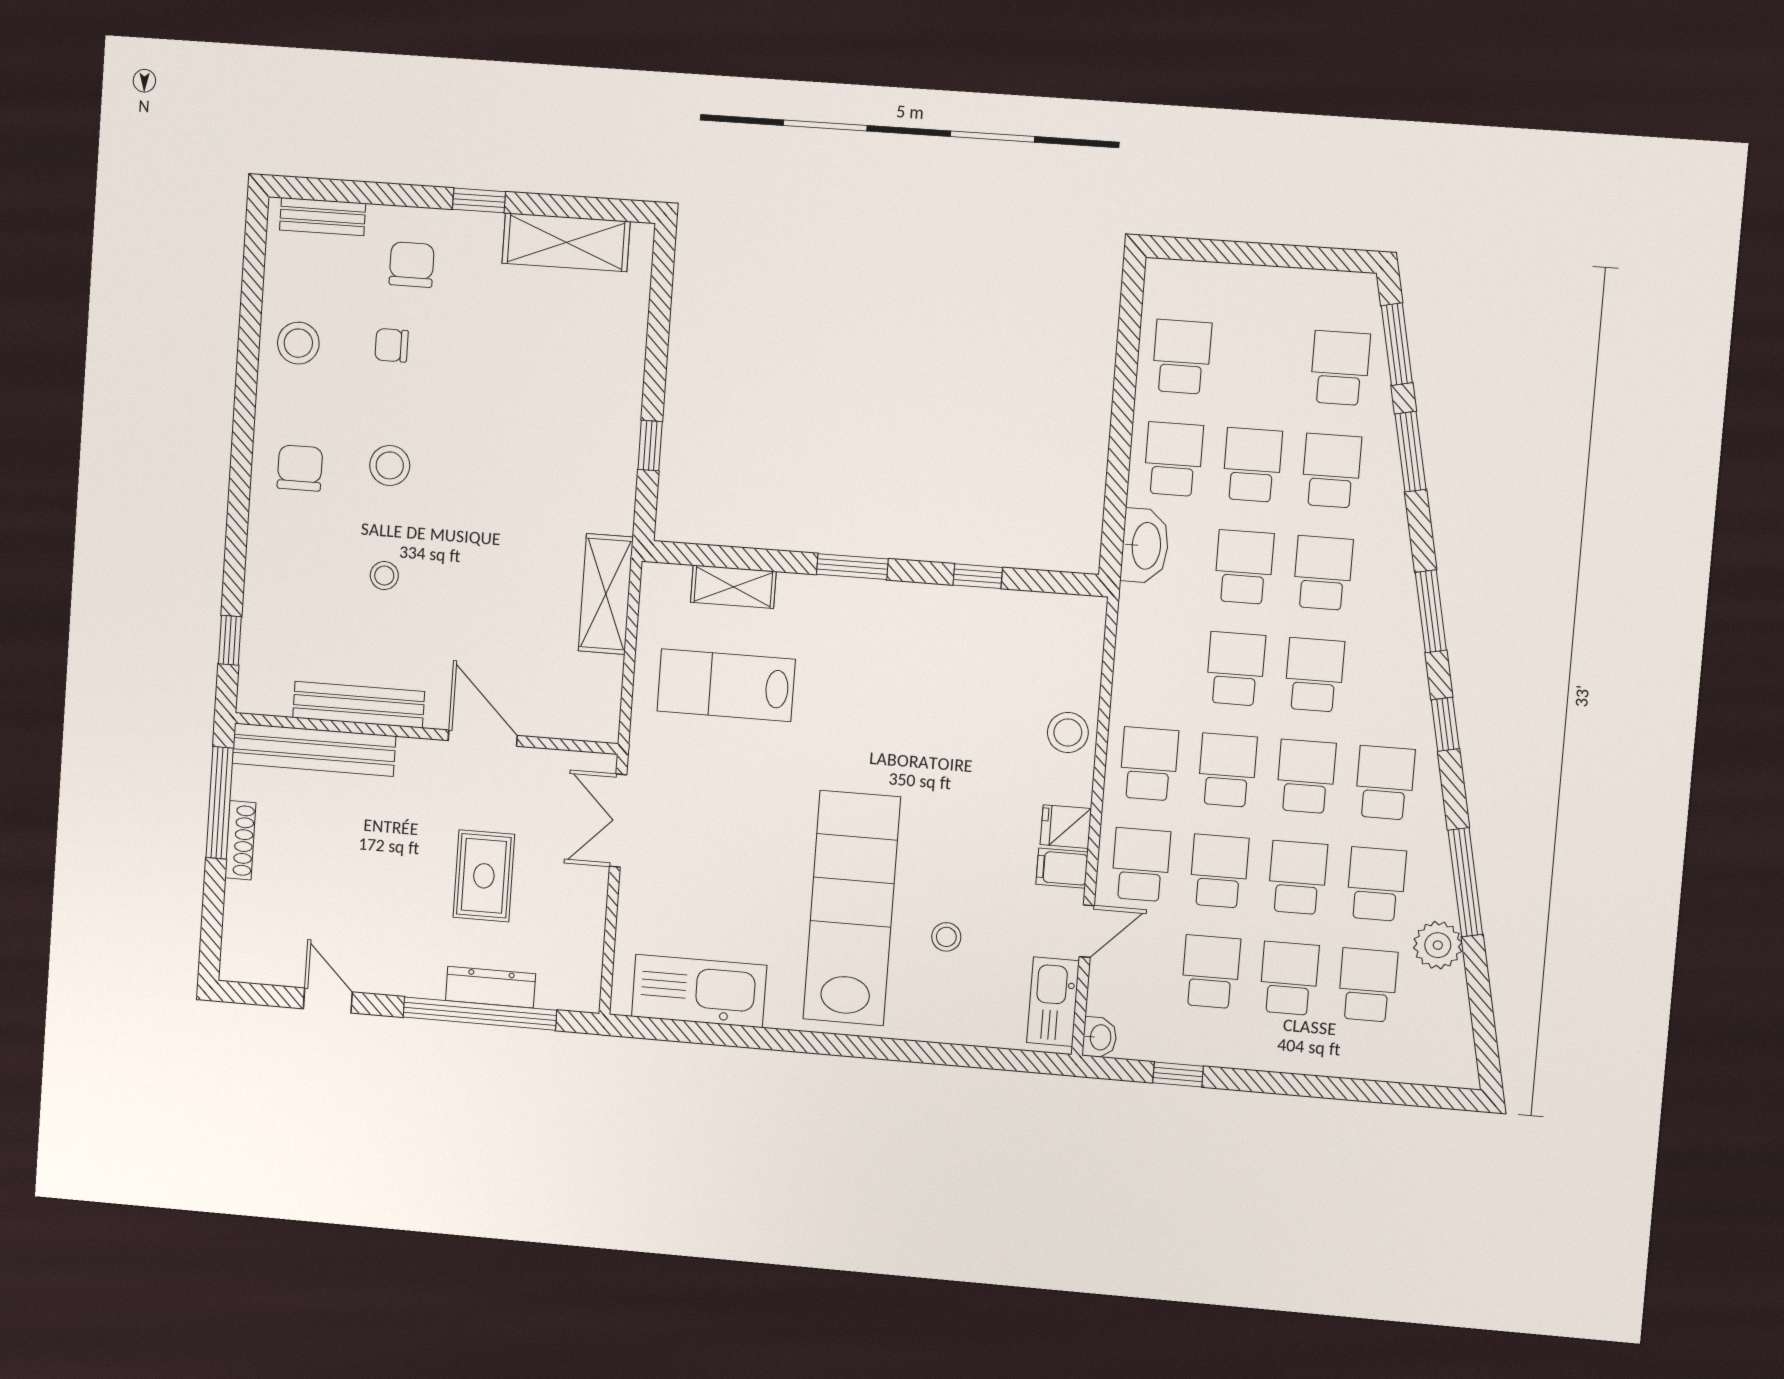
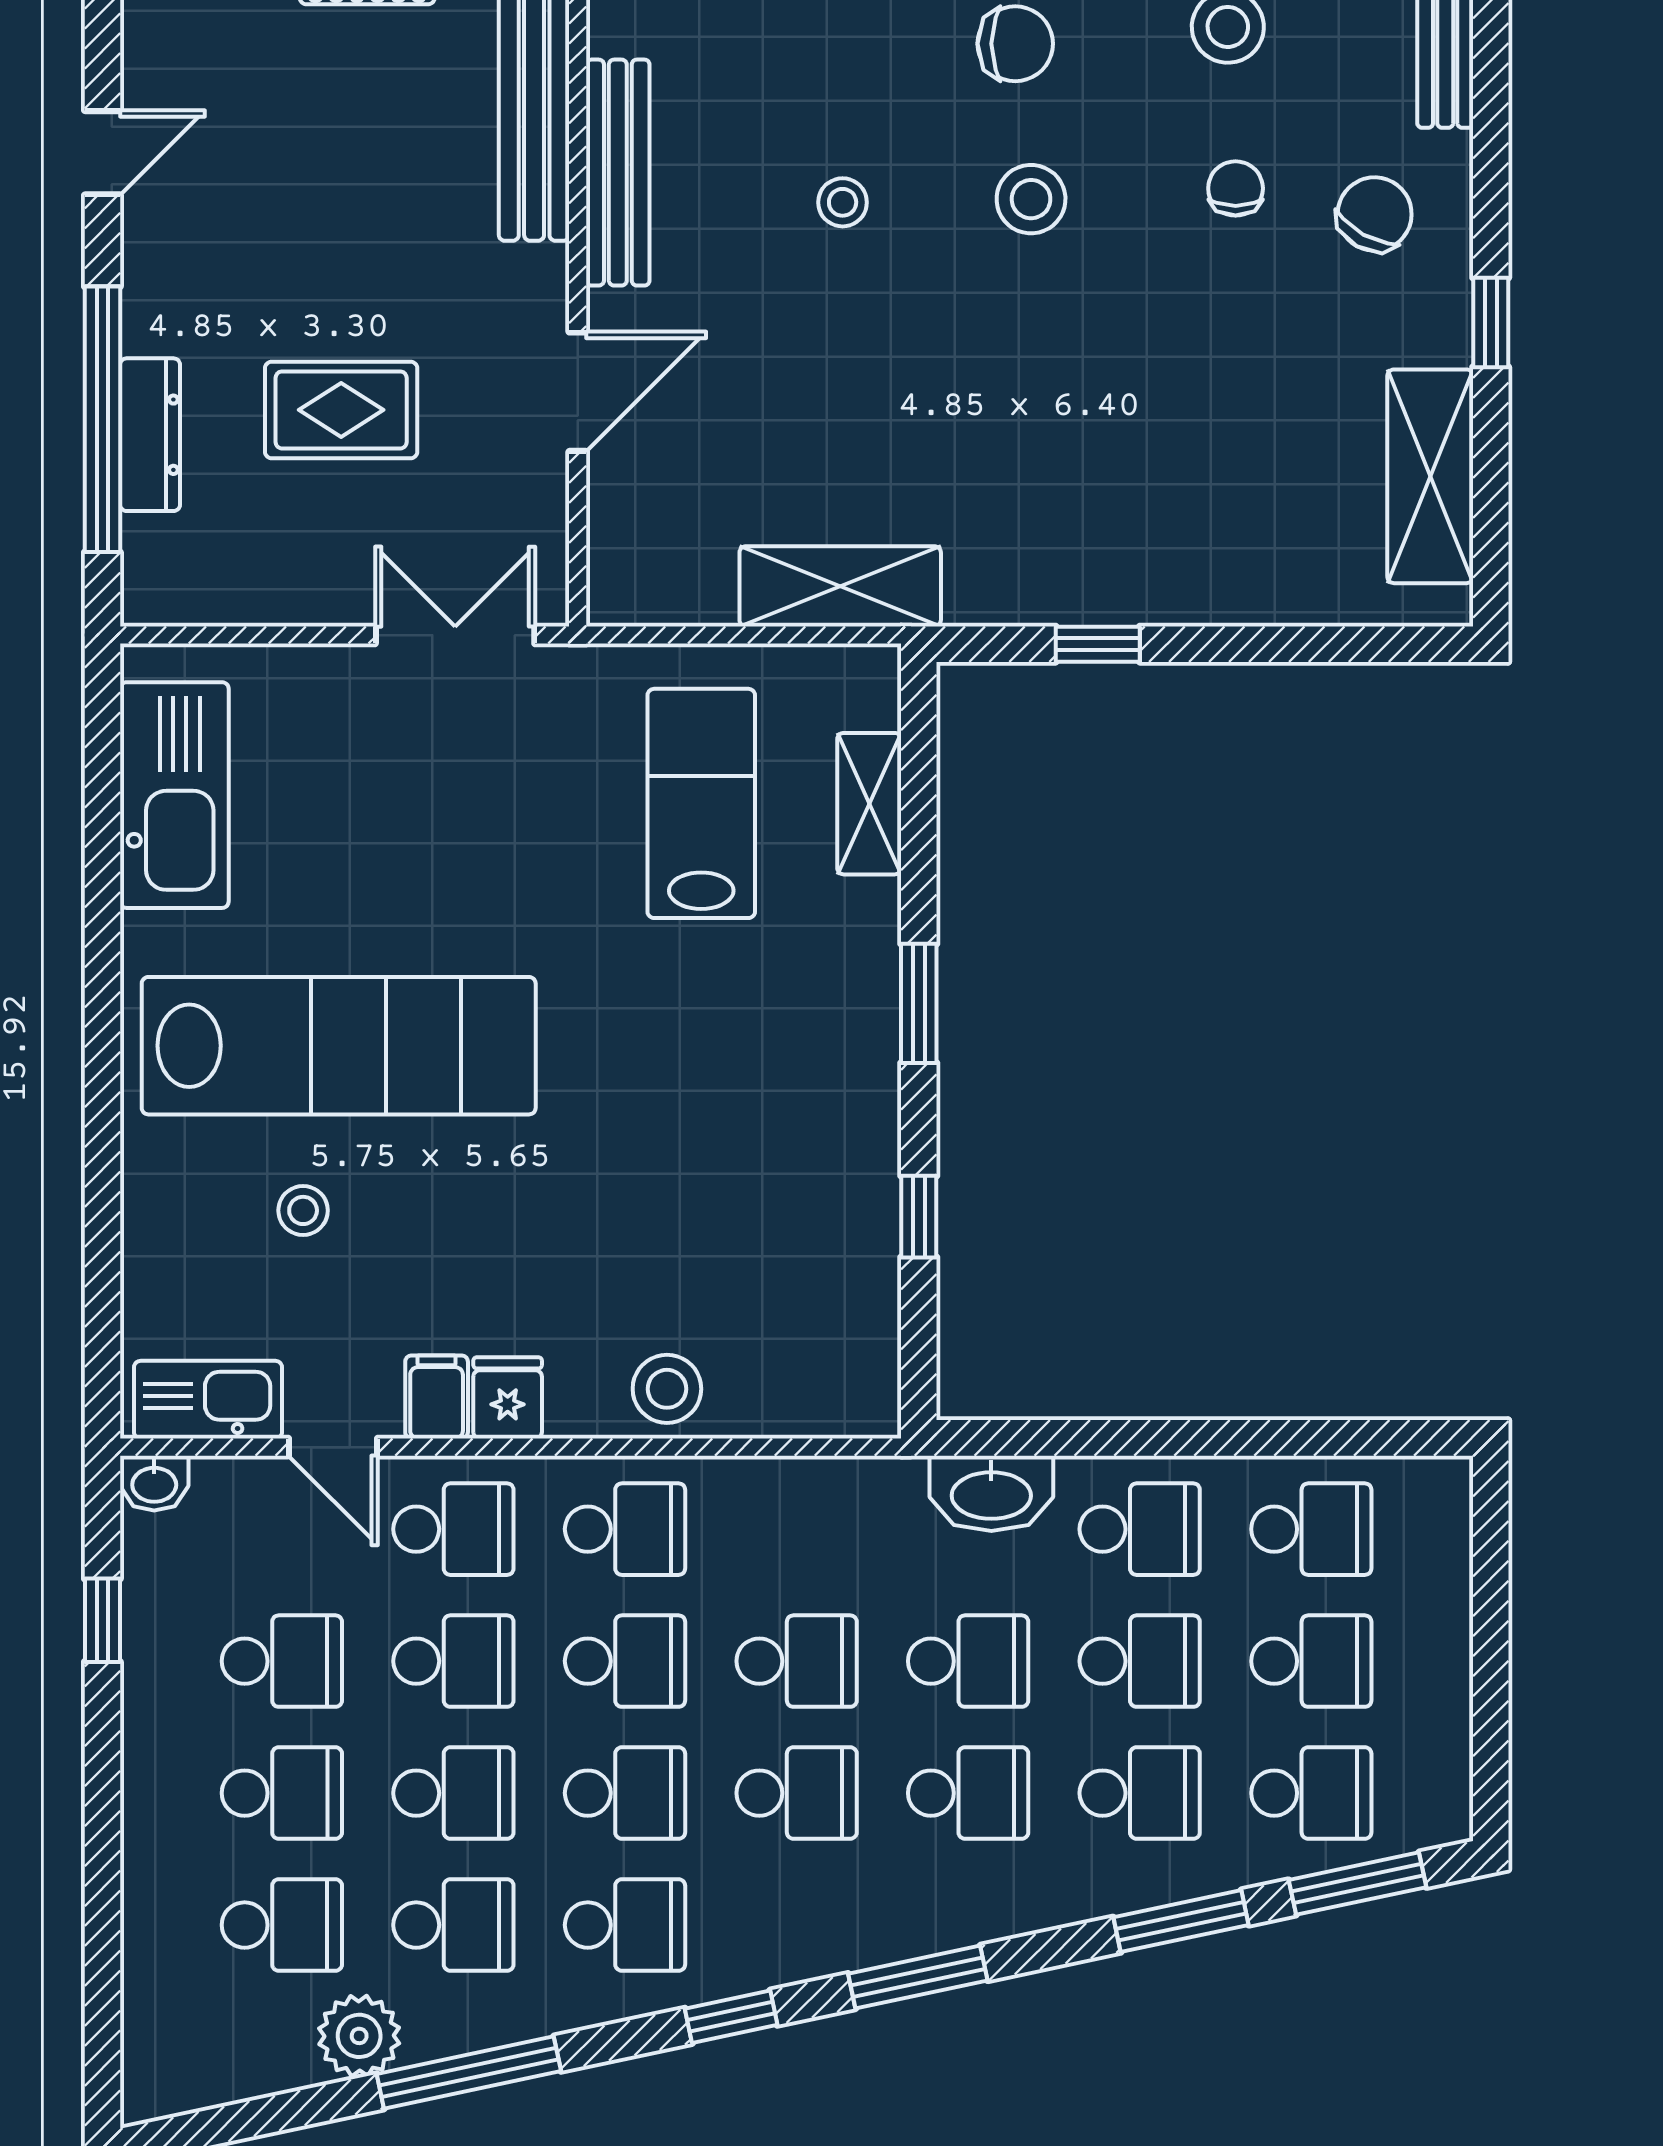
chair: (412, 265) -> (1375, 214), turned -61
school desk: (1261, 362) -> (1311, 1661), added

